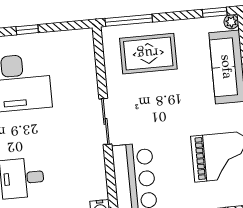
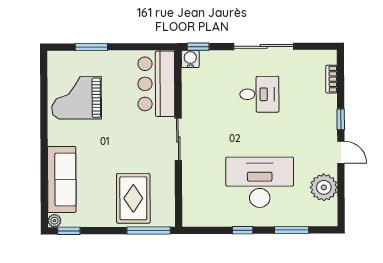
rug: (148, 54) -> (133, 198), turned 90

